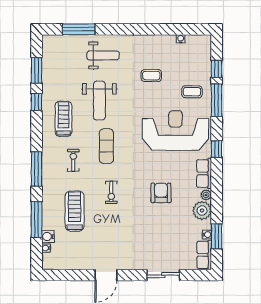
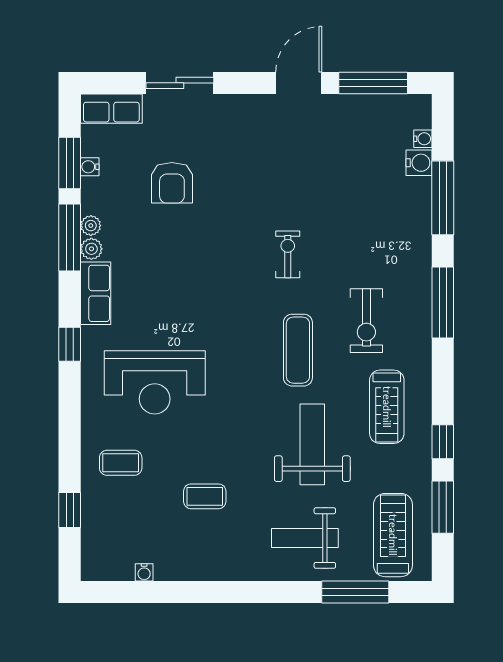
window: (217, 100) -> (70, 238), moved
reception desk: (175, 130) -> (155, 382), width x0.74, depth x0.77
exercise bike: (73, 160) -> (366, 321), width x1.38, depth x1.39
armchair: (161, 193) -> (172, 183), moved
treadmill: (75, 211) -> (393, 535), moved, turned 180
plant: (202, 211) -> (91, 226), width x0.53, depth x0.53
row of seats: (204, 255) -> (111, 109), moved, turned 90
window: (70, 275) -> (373, 83), added

